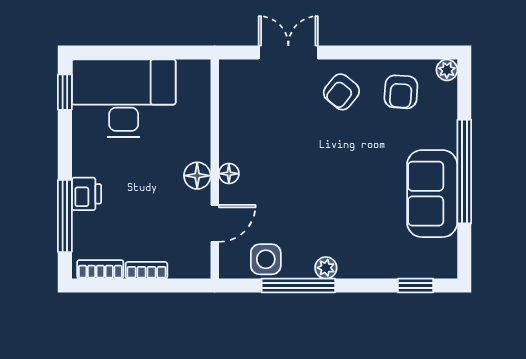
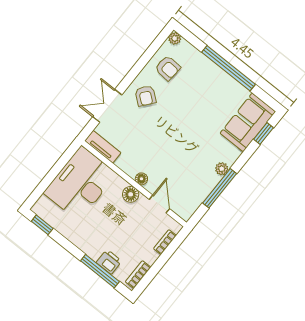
tv unit: (230, 90) -> (103, 147), added
desk: (124, 98) -> (80, 183), moved
printer: (87, 194) -> (109, 262), moved
sofa: (432, 194) -> (248, 122), moved, turned 90
side table: (266, 259) -> (195, 194), removed
bookcase: (146, 270) -> (165, 242), moved

